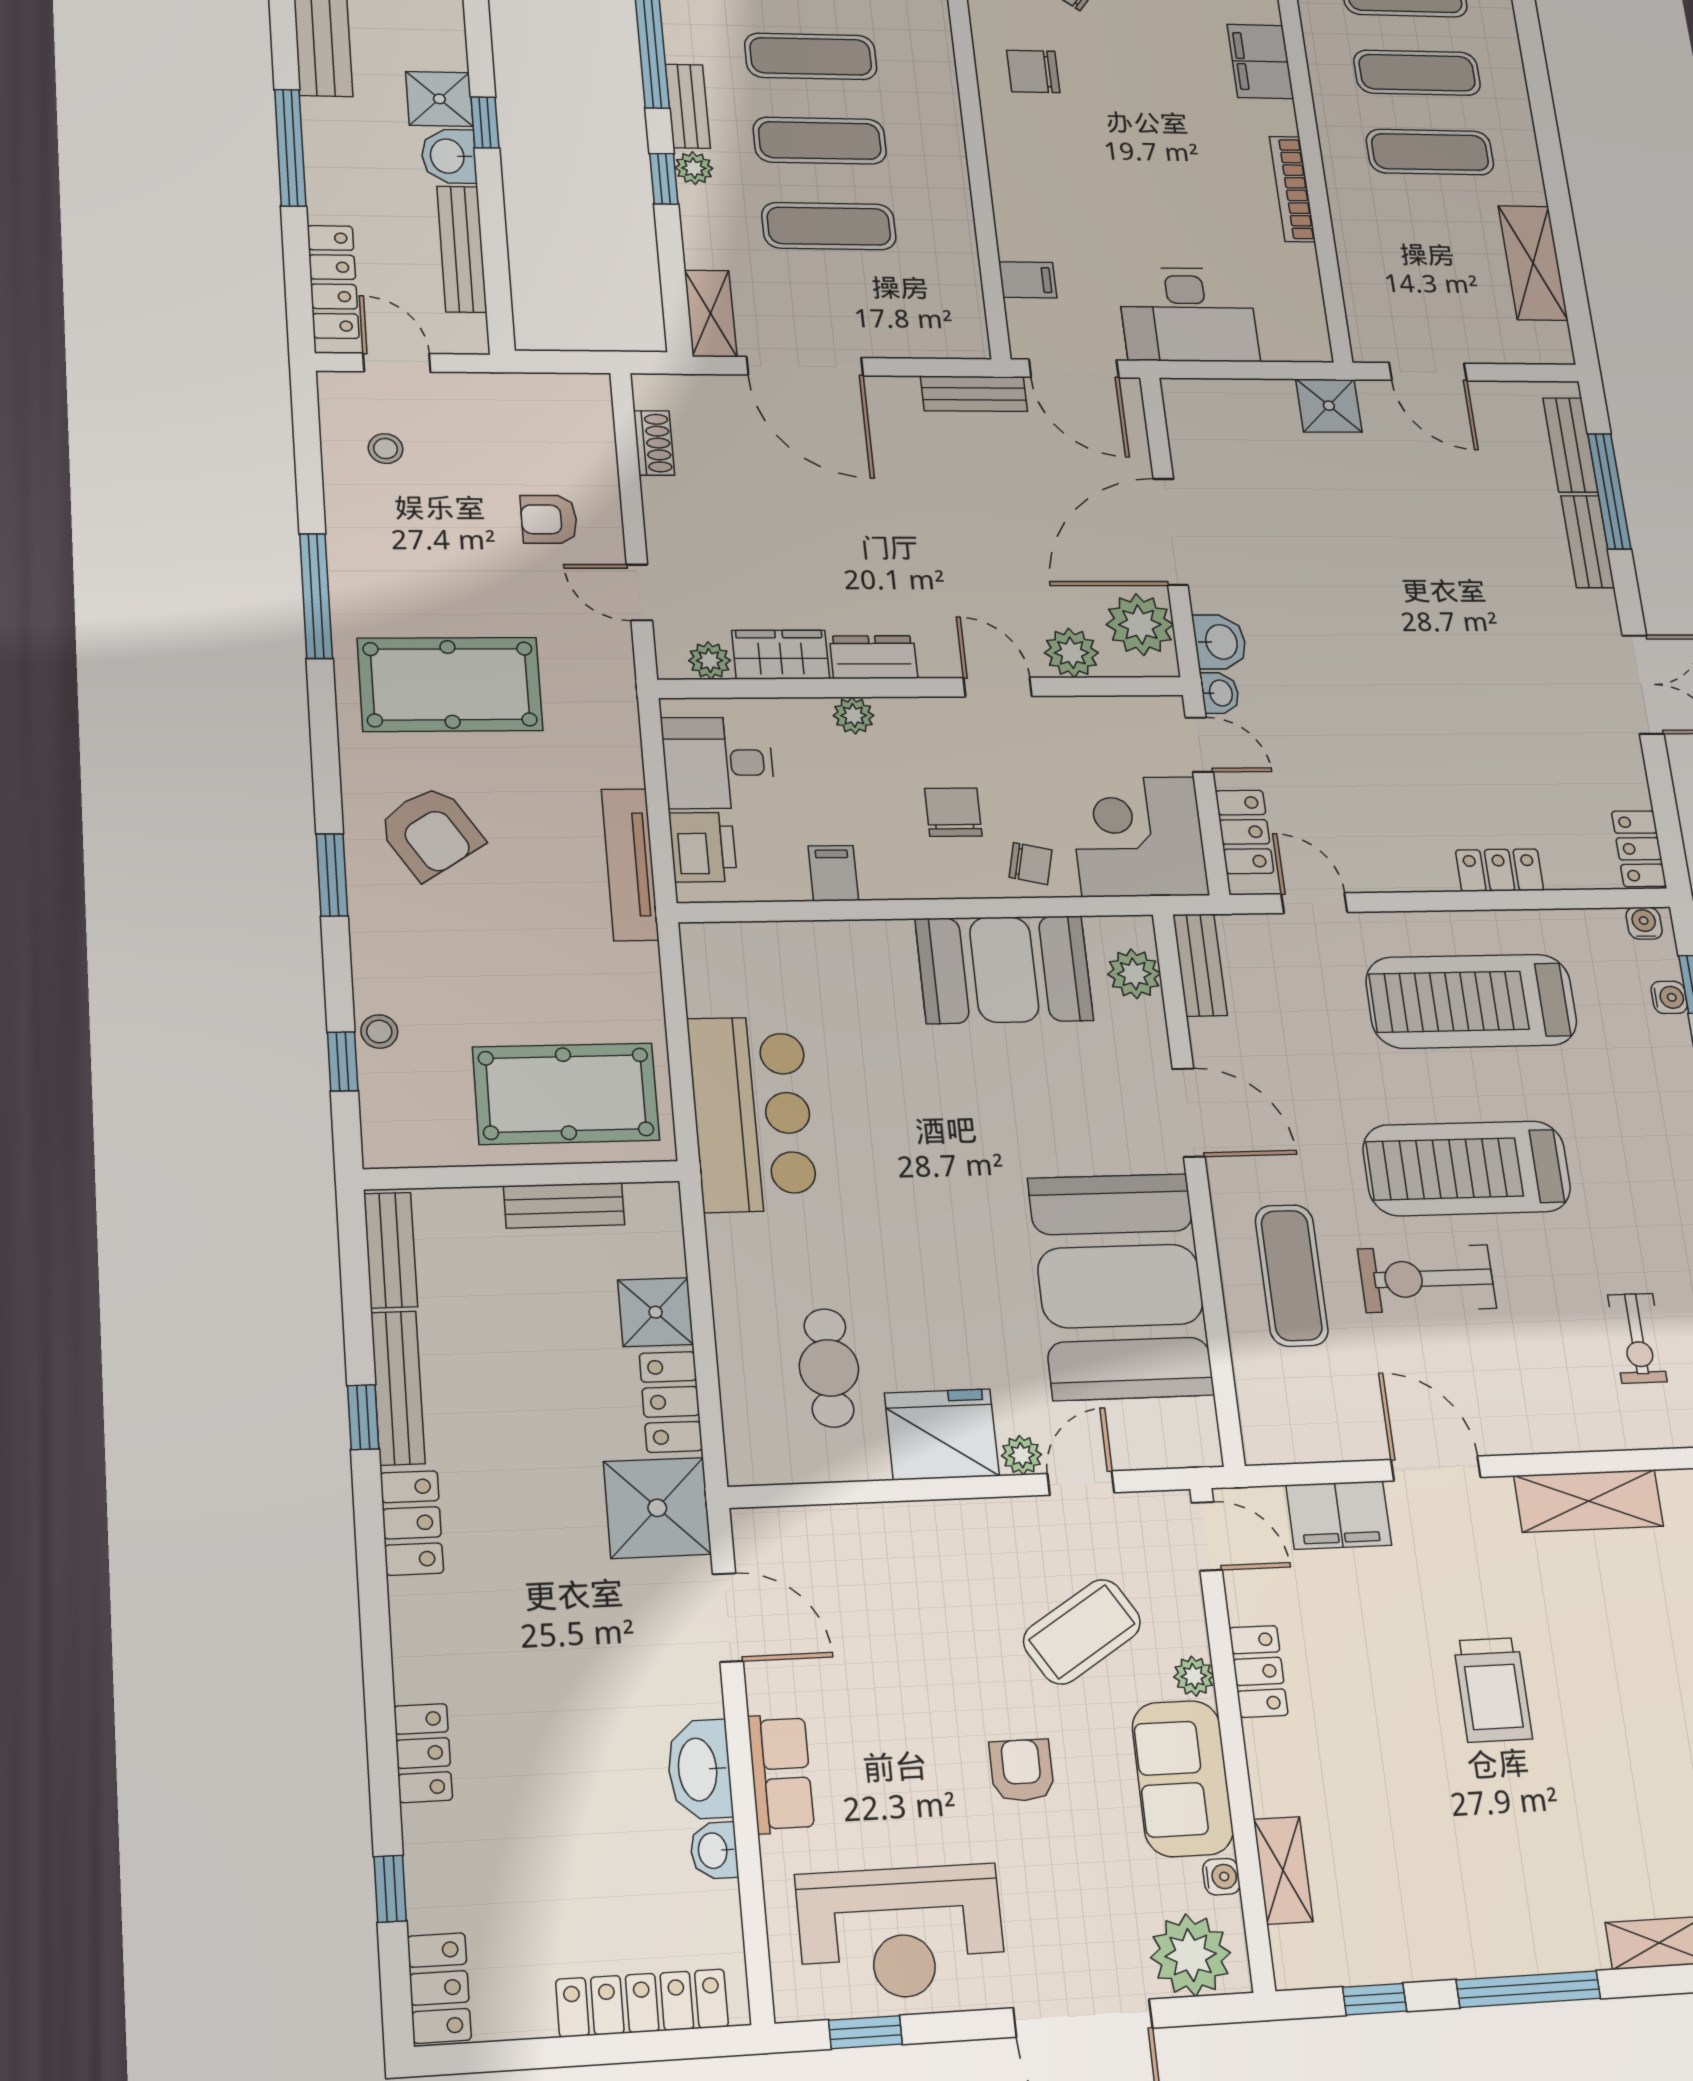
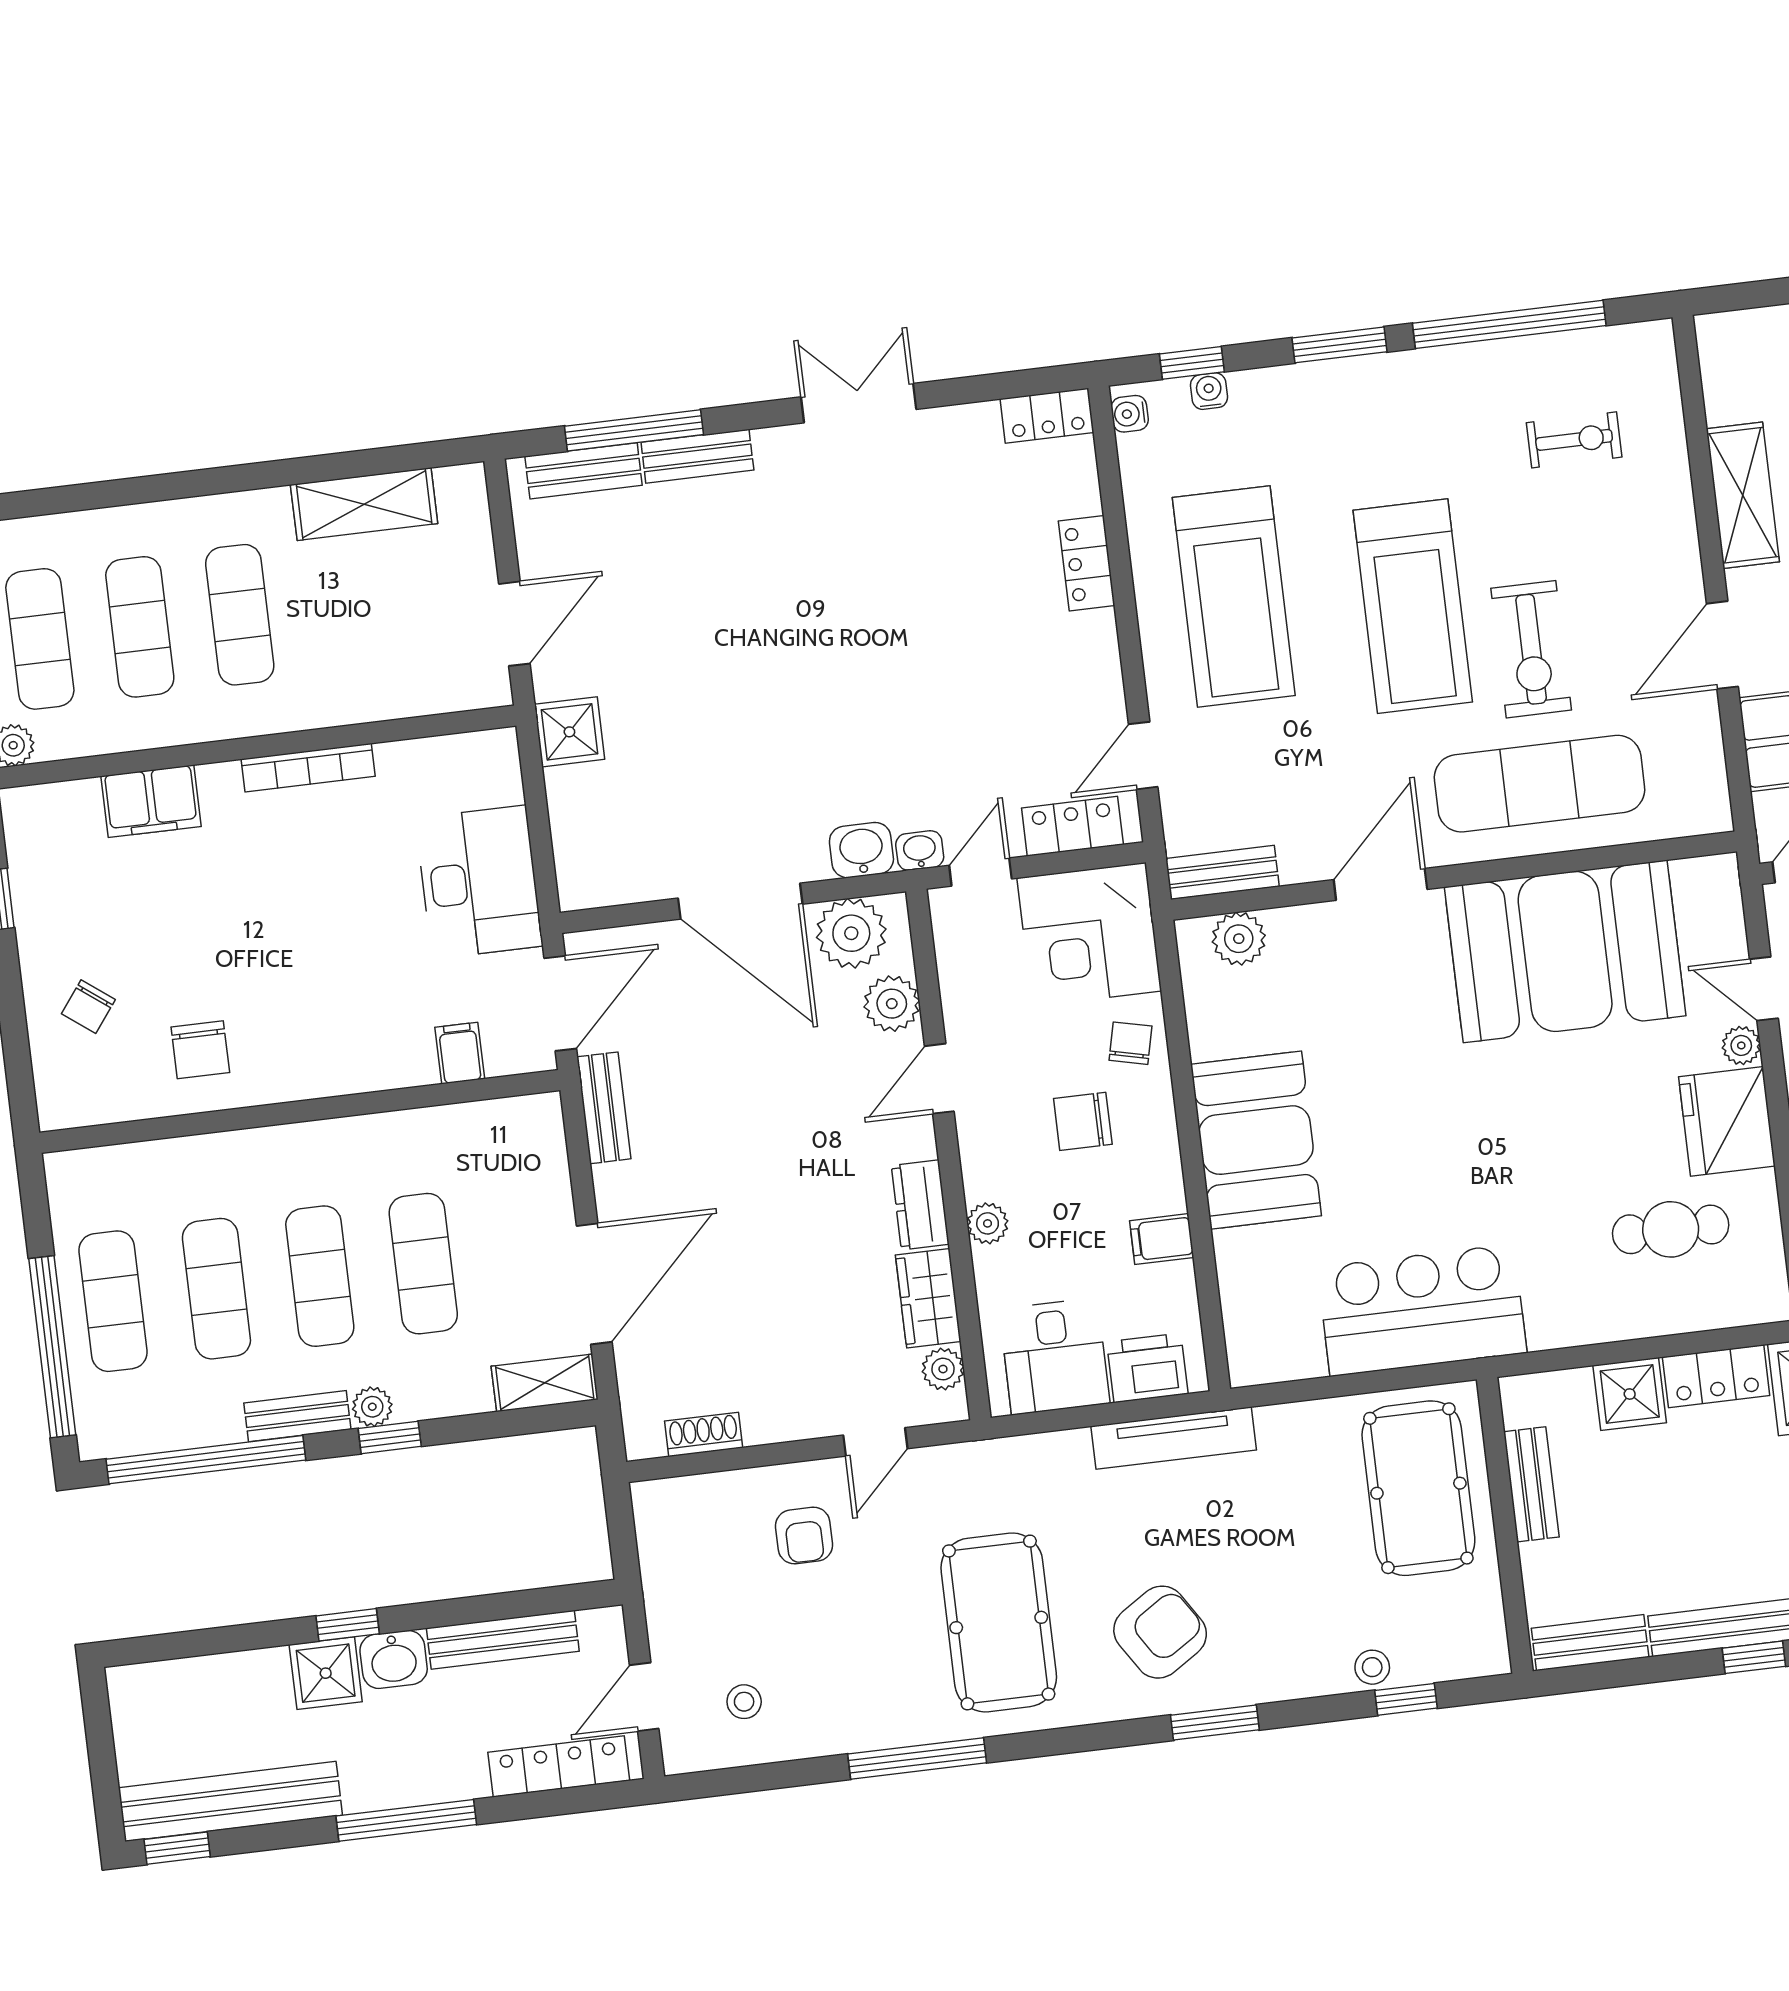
booth: (1004, 970) -> (1256, 1140), moved
exercise mat: (1292, 1275) -> (1540, 784), width x1.36, depth x1.45

